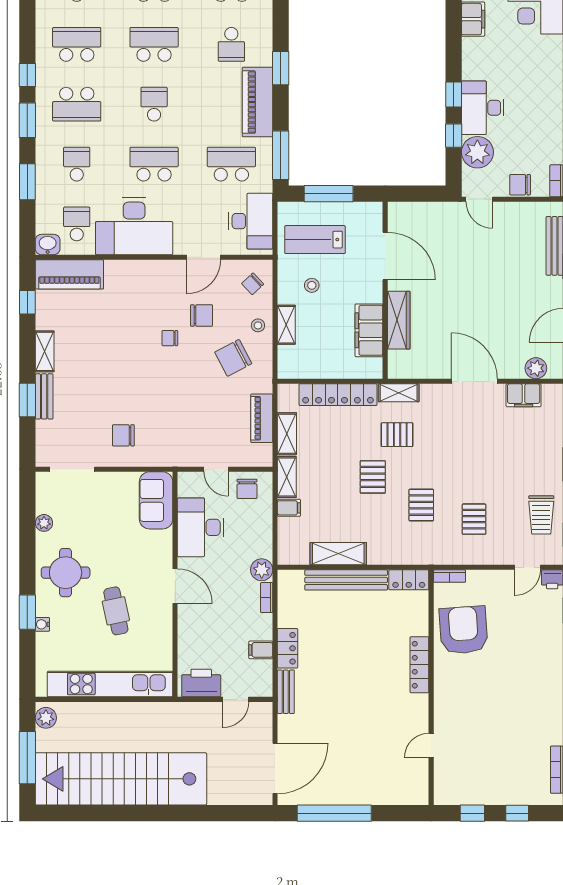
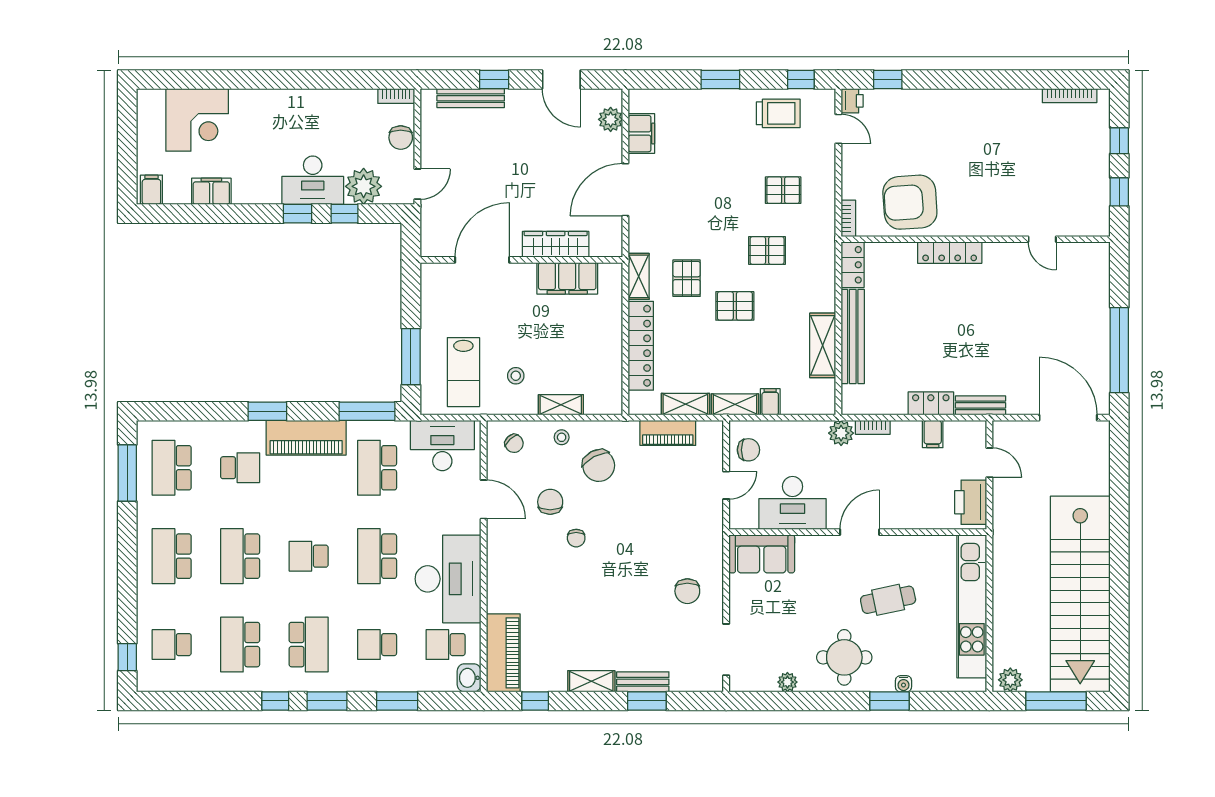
door: (385, 256) -> (482, 260), moved
wall: (385, 290) -> (521, 260), moved
wardrobe: (399, 320) -> (556, 244), moved
filing cabinet: (369, 330) -> (567, 278), moved

